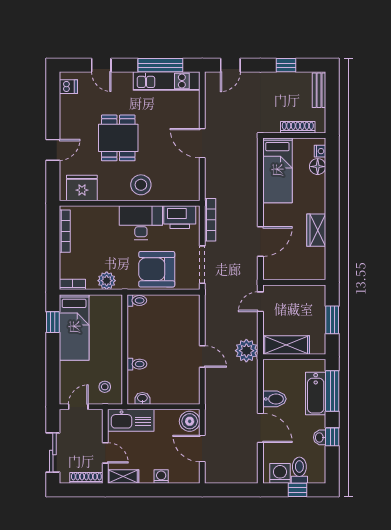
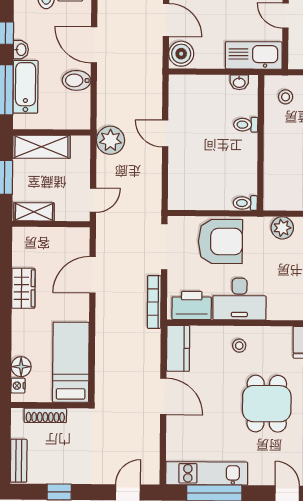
kitchen counter: (190, 182) -> (178, 348), added
stool: (141, 185) -> (239, 346), width x0.53, depth x0.53
shelving: (308, 292) -> (34, 212), added
shelving: (286, 345) -> (41, 147), moved
washbasin: (320, 437) -> (21, 50), moved

